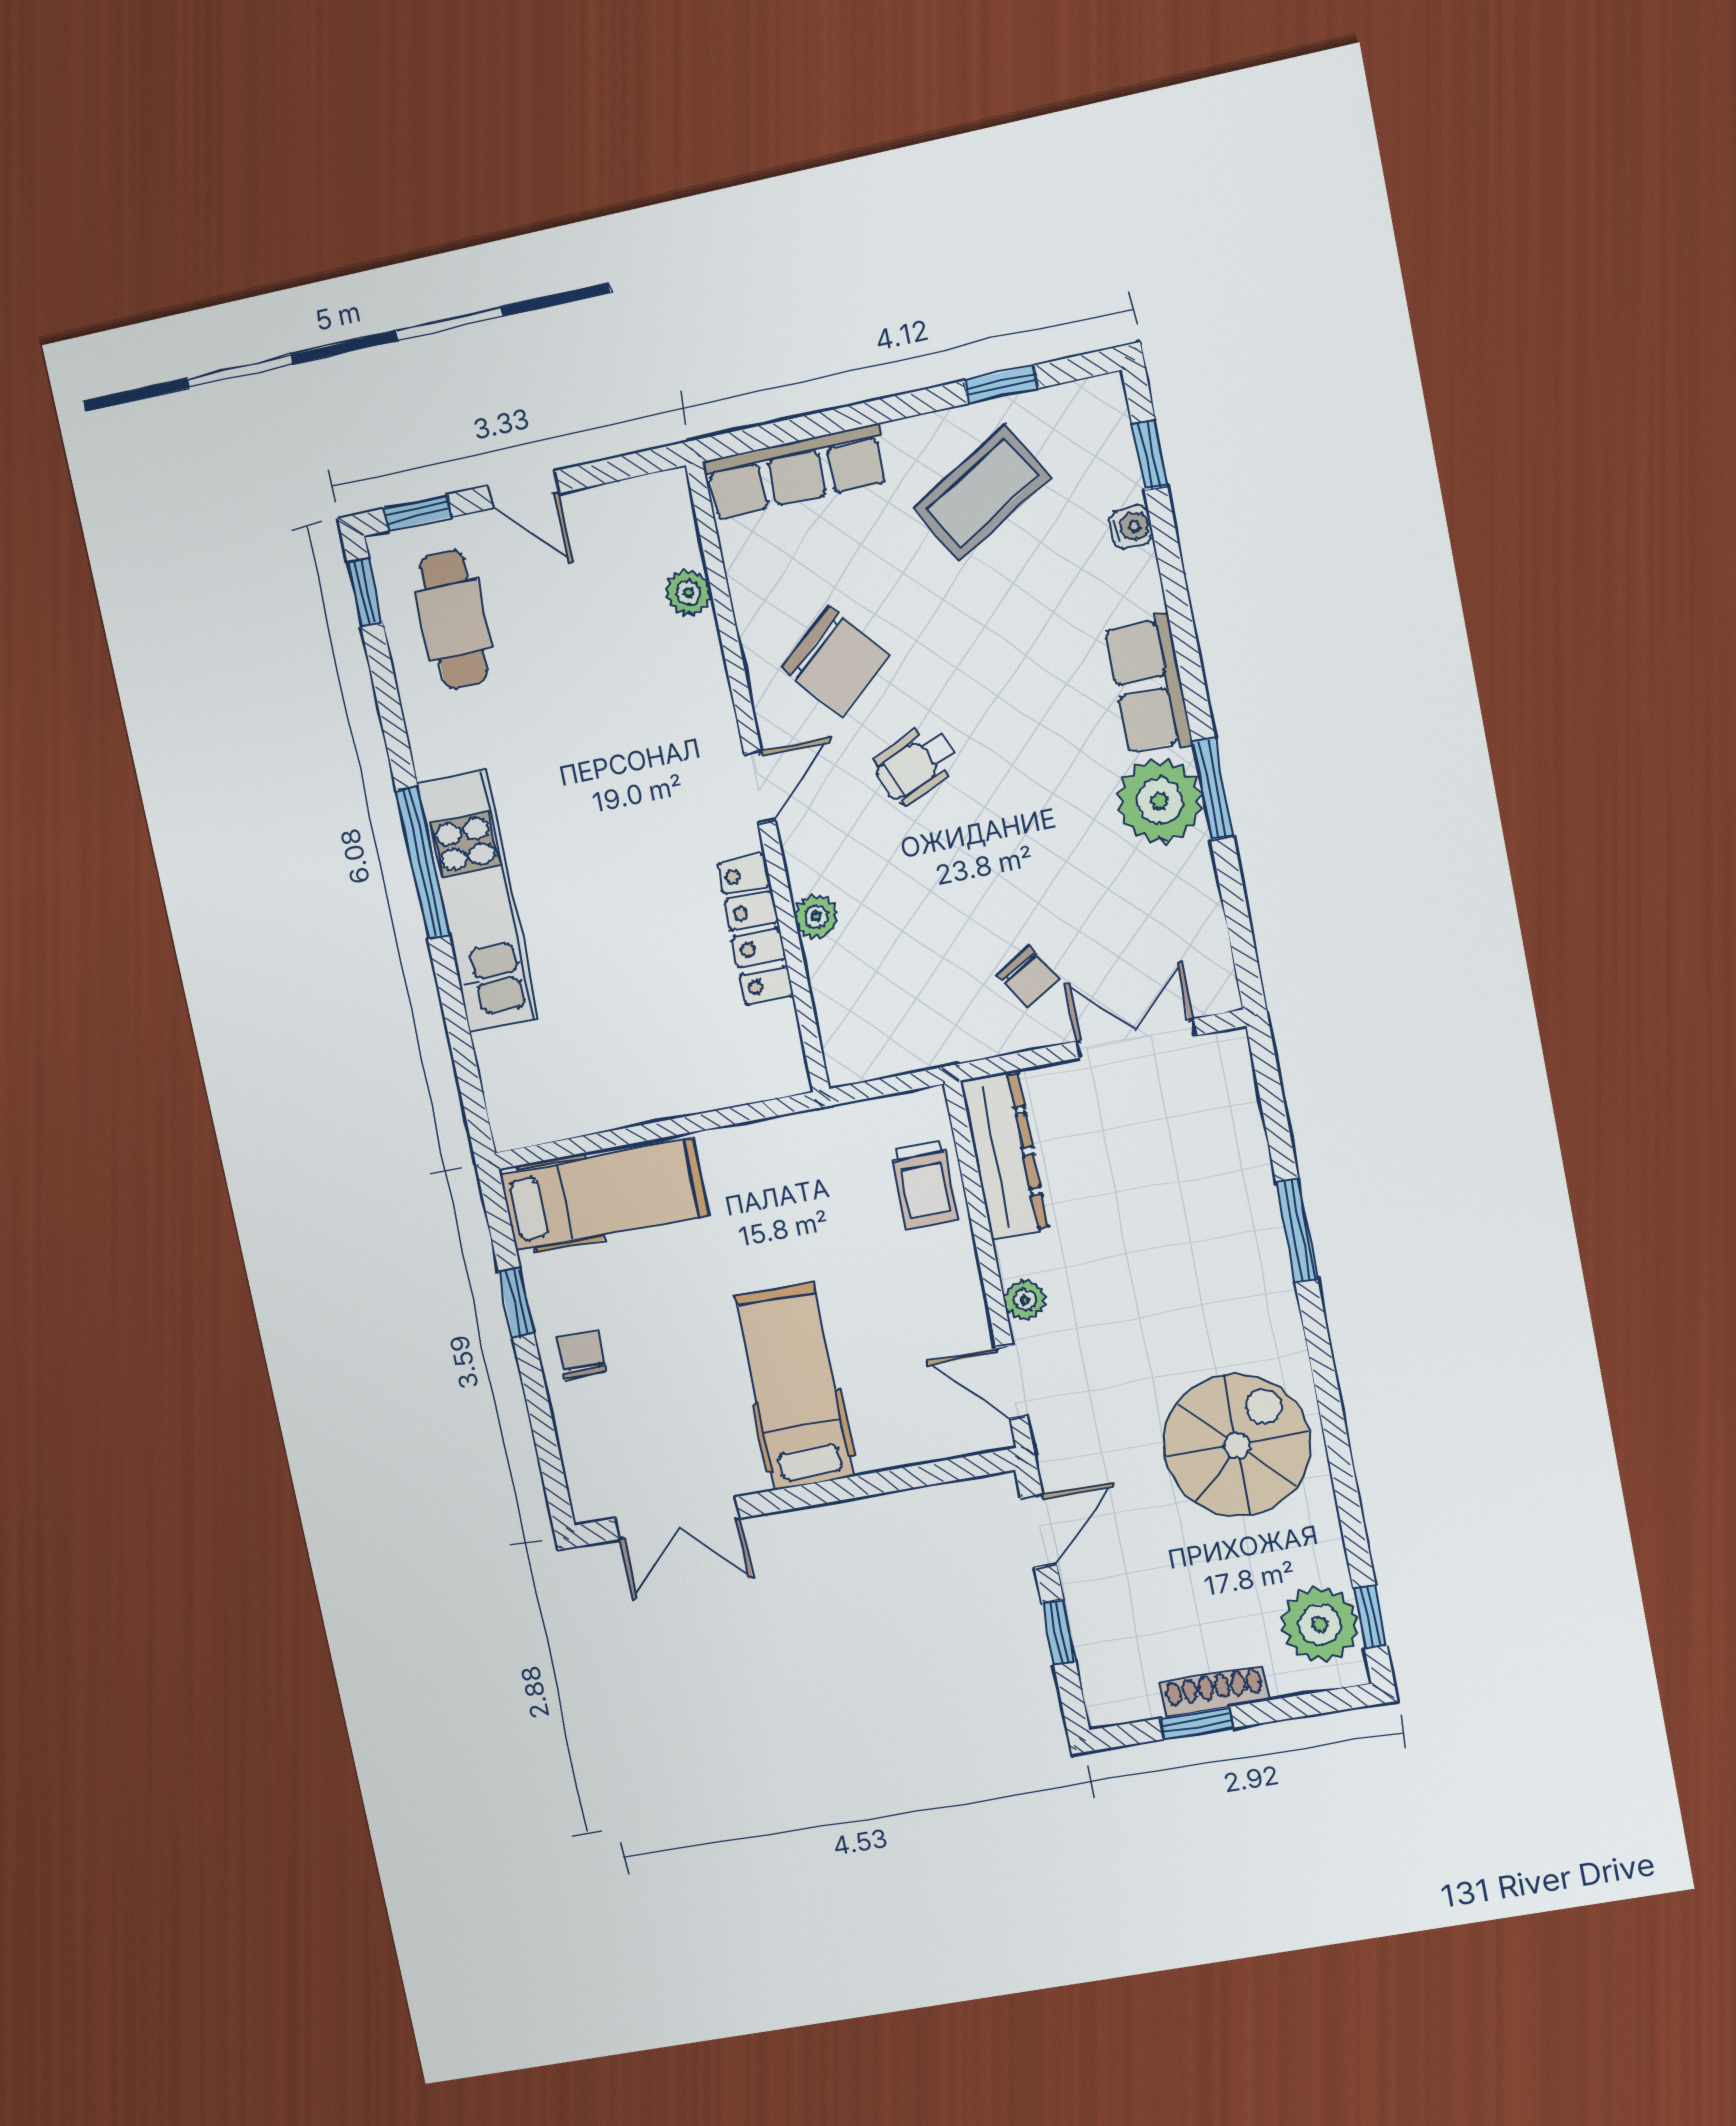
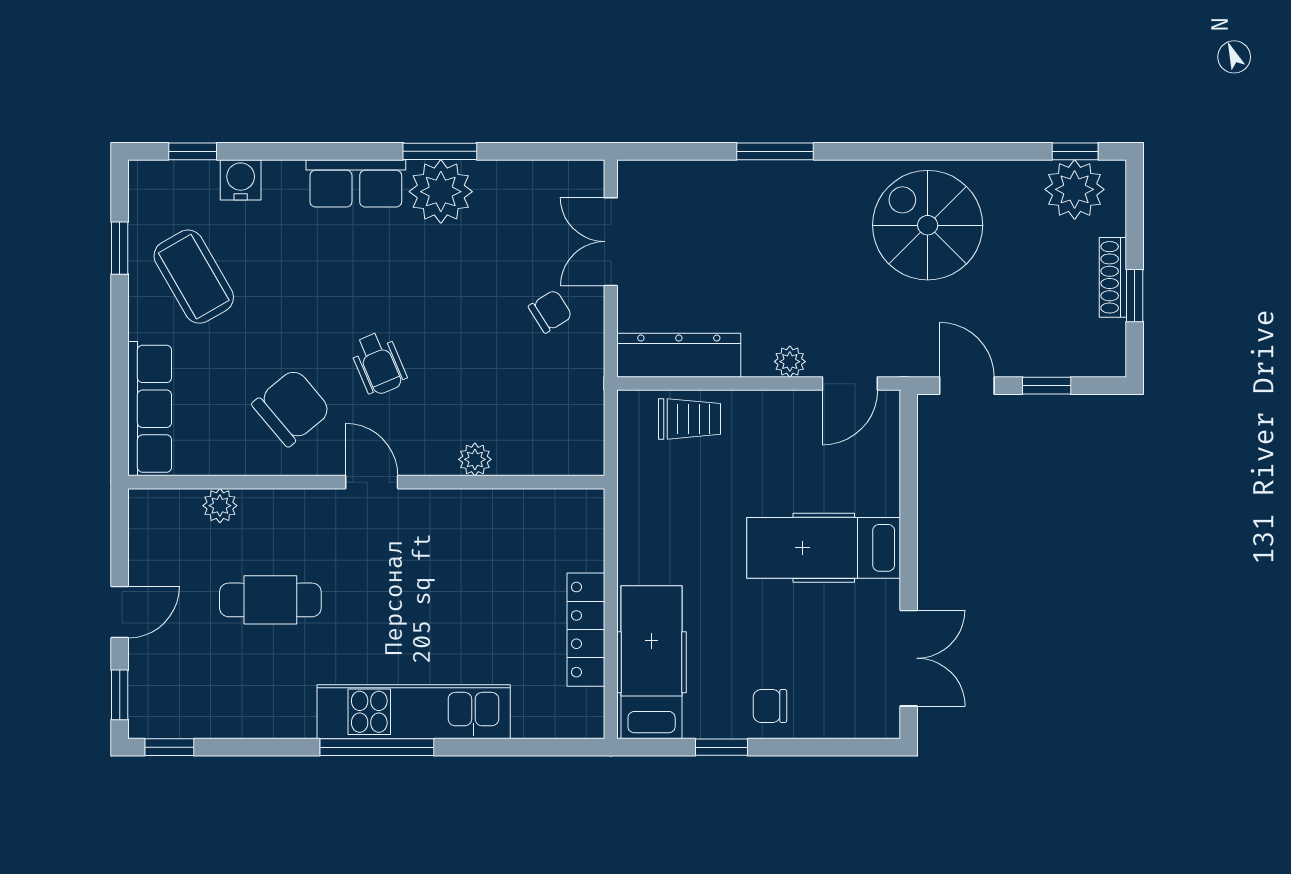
water cooler: (1131, 527) -> (241, 180), width x1.38, depth x1.38
cafe table: (453, 619) -> (270, 600), moved
locker: (755, 930) -> (586, 630), moved, turned 90

